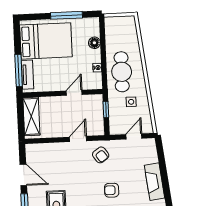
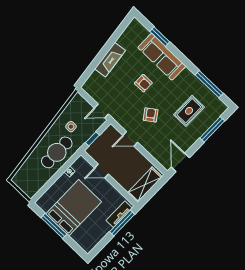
bed: (46, 41) -> (74, 208), moved, turned 90
floor lamp: (94, 43) -> (55, 189), removed
door: (134, 136) -> (101, 111), moved
armchair: (101, 155) -> (151, 115), moved
door: (23, 175) -> (180, 162), moved

